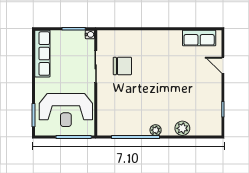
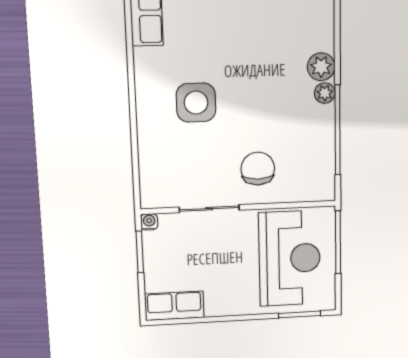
row of seats: (42, 54) -> (174, 306), width x0.68
side table: (153, 62) -> (196, 103), added
chair: (122, 66) -> (258, 169), moved
plant: (182, 128) -> (321, 67), moved

